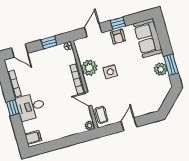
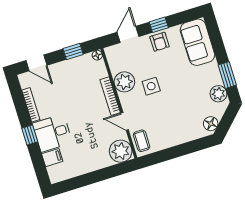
plant: (161, 69) -> (218, 94), moved
floor lamp: (157, 103) -> (211, 124), added
door: (129, 124) -> (177, 151), removed
plant: (90, 126) -> (121, 151), width x1.88, depth x1.88
filing cabinet: (33, 137) -> (52, 158), moved

